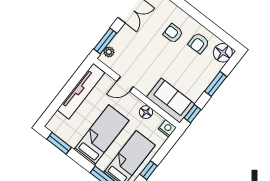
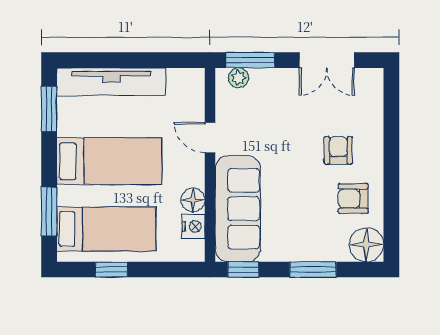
tv unit: (81, 91) -> (111, 82), moved
sofa: (171, 101) -> (238, 209), width x1.36
nightstand: (167, 128) -> (194, 226), moved

